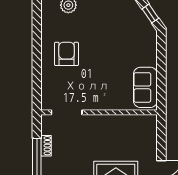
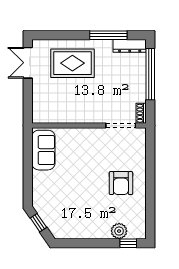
shoe rack: (46, 146) -> (141, 113), moved

